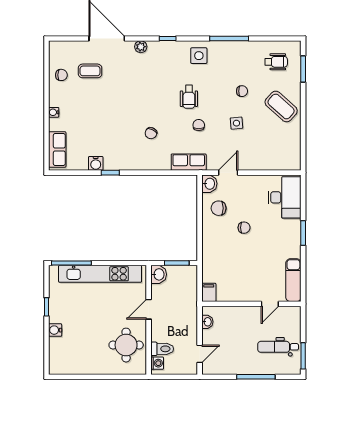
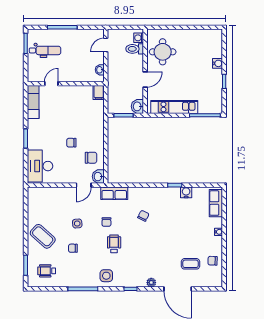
kitchen unit: (100, 274) -> (174, 107), width x0.73

